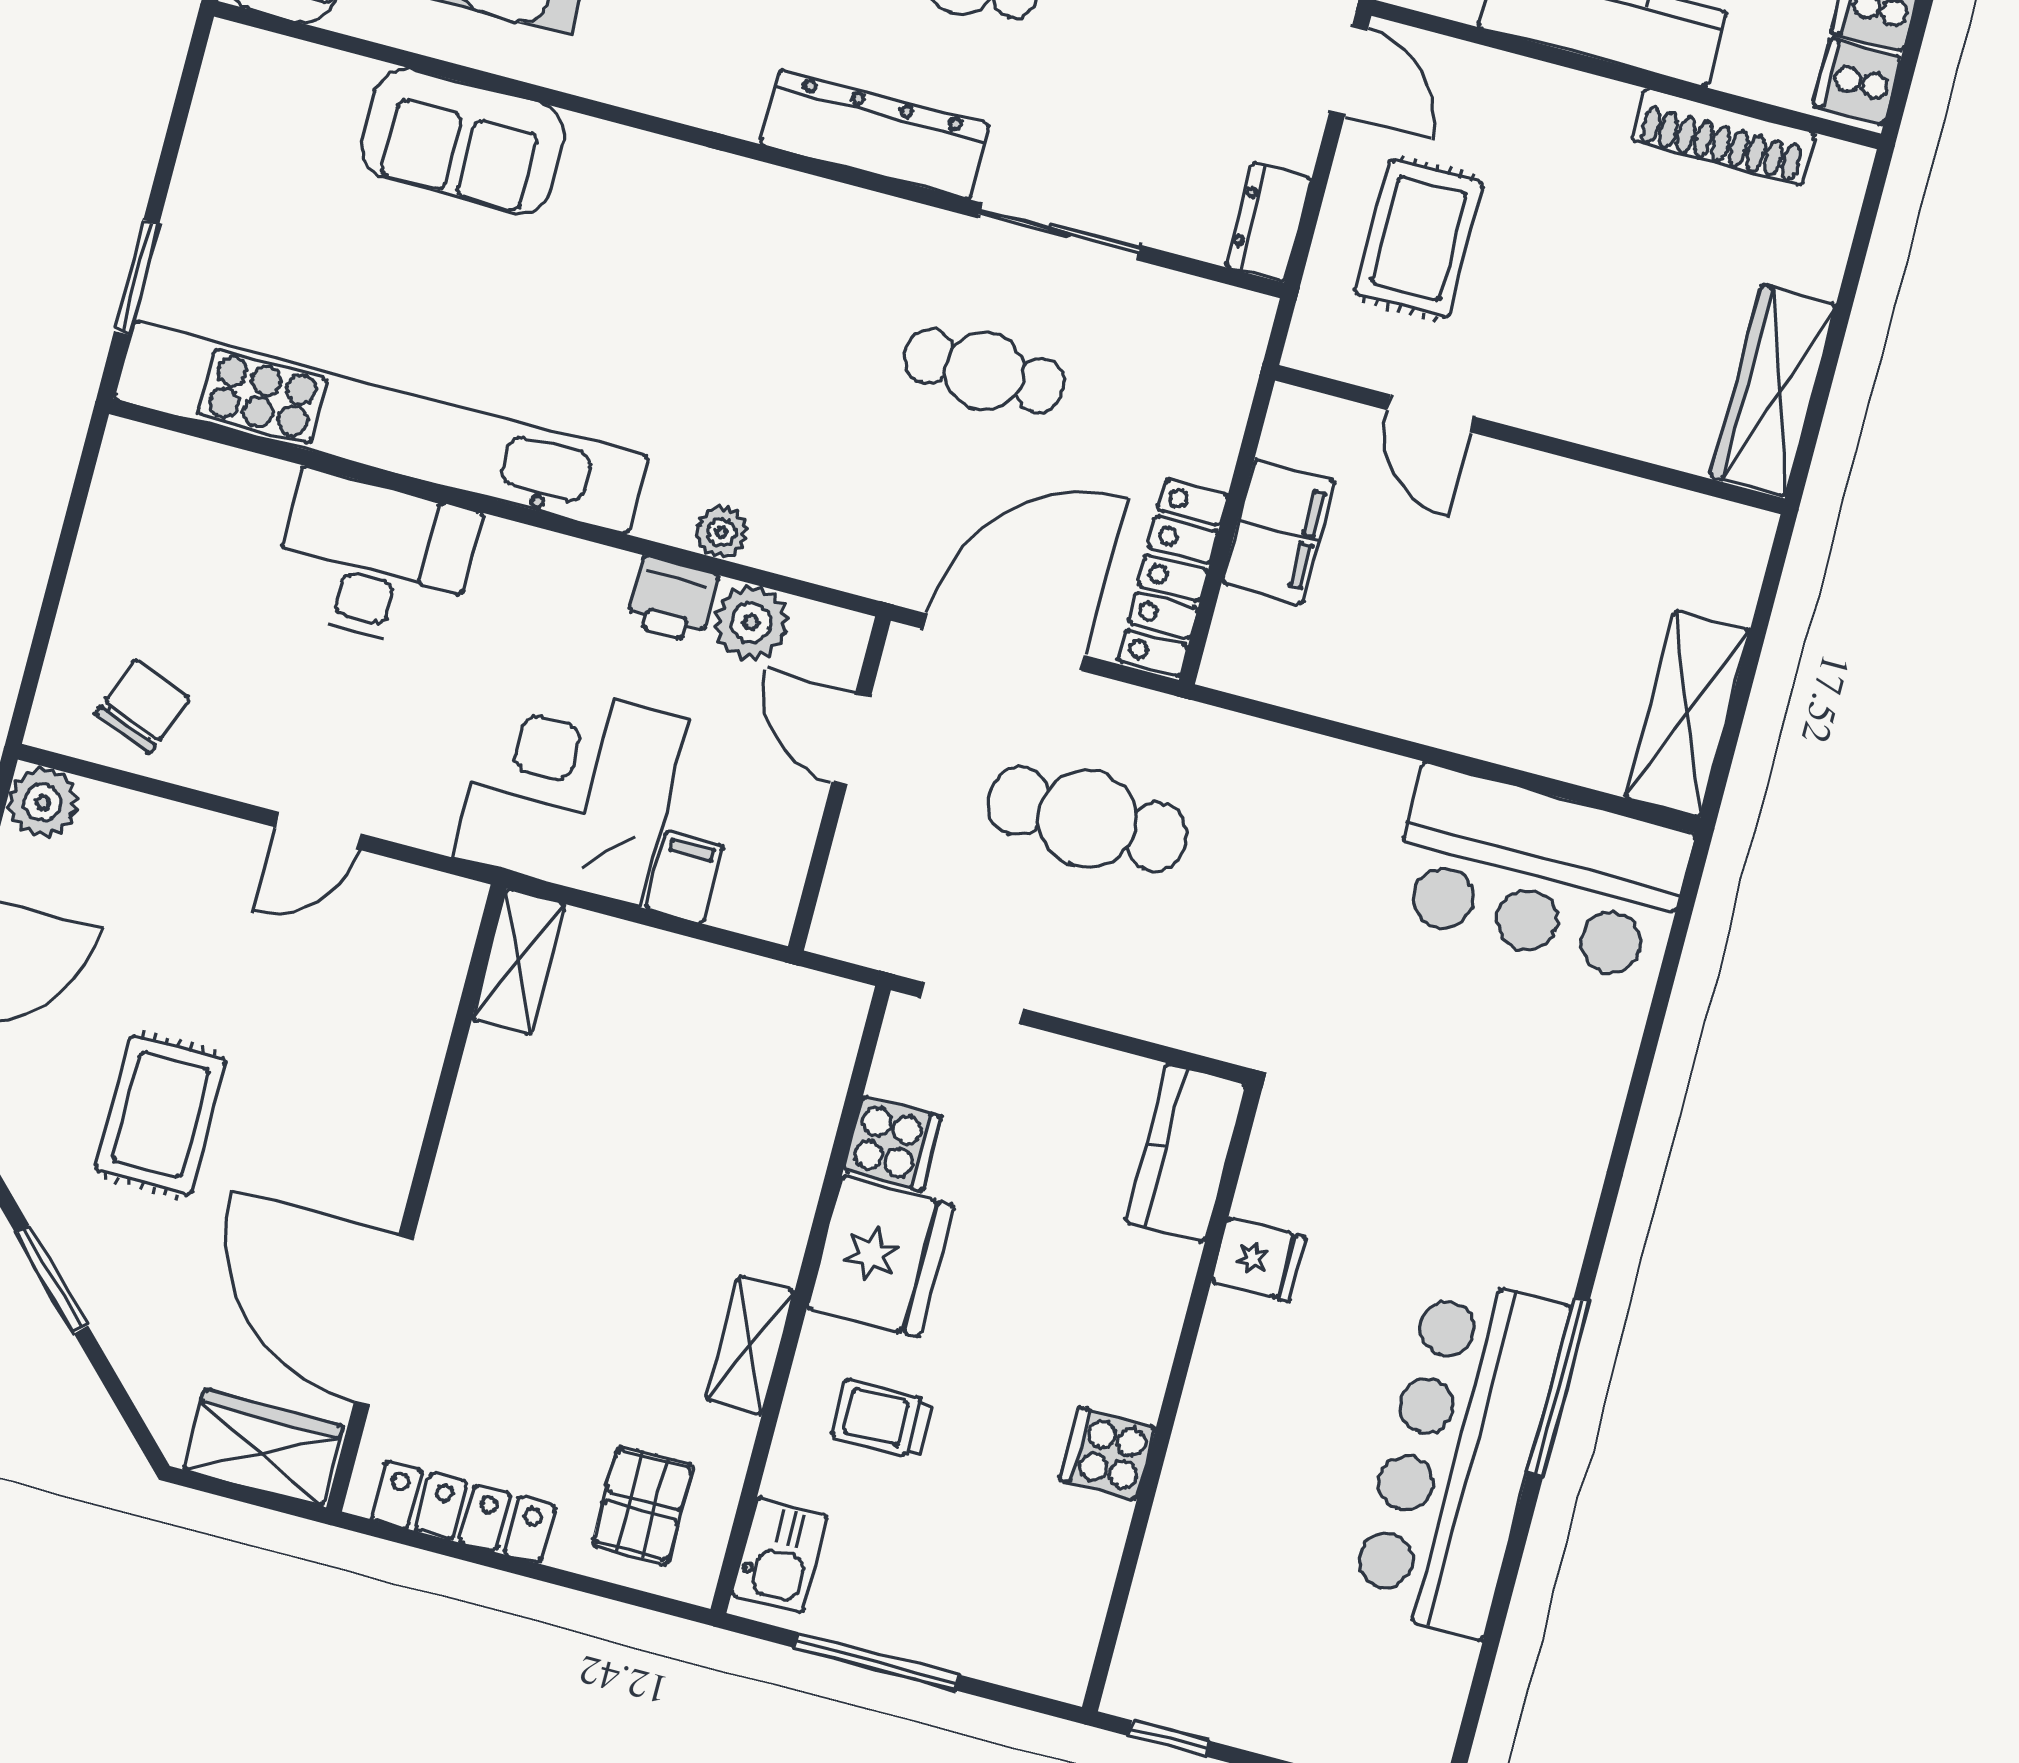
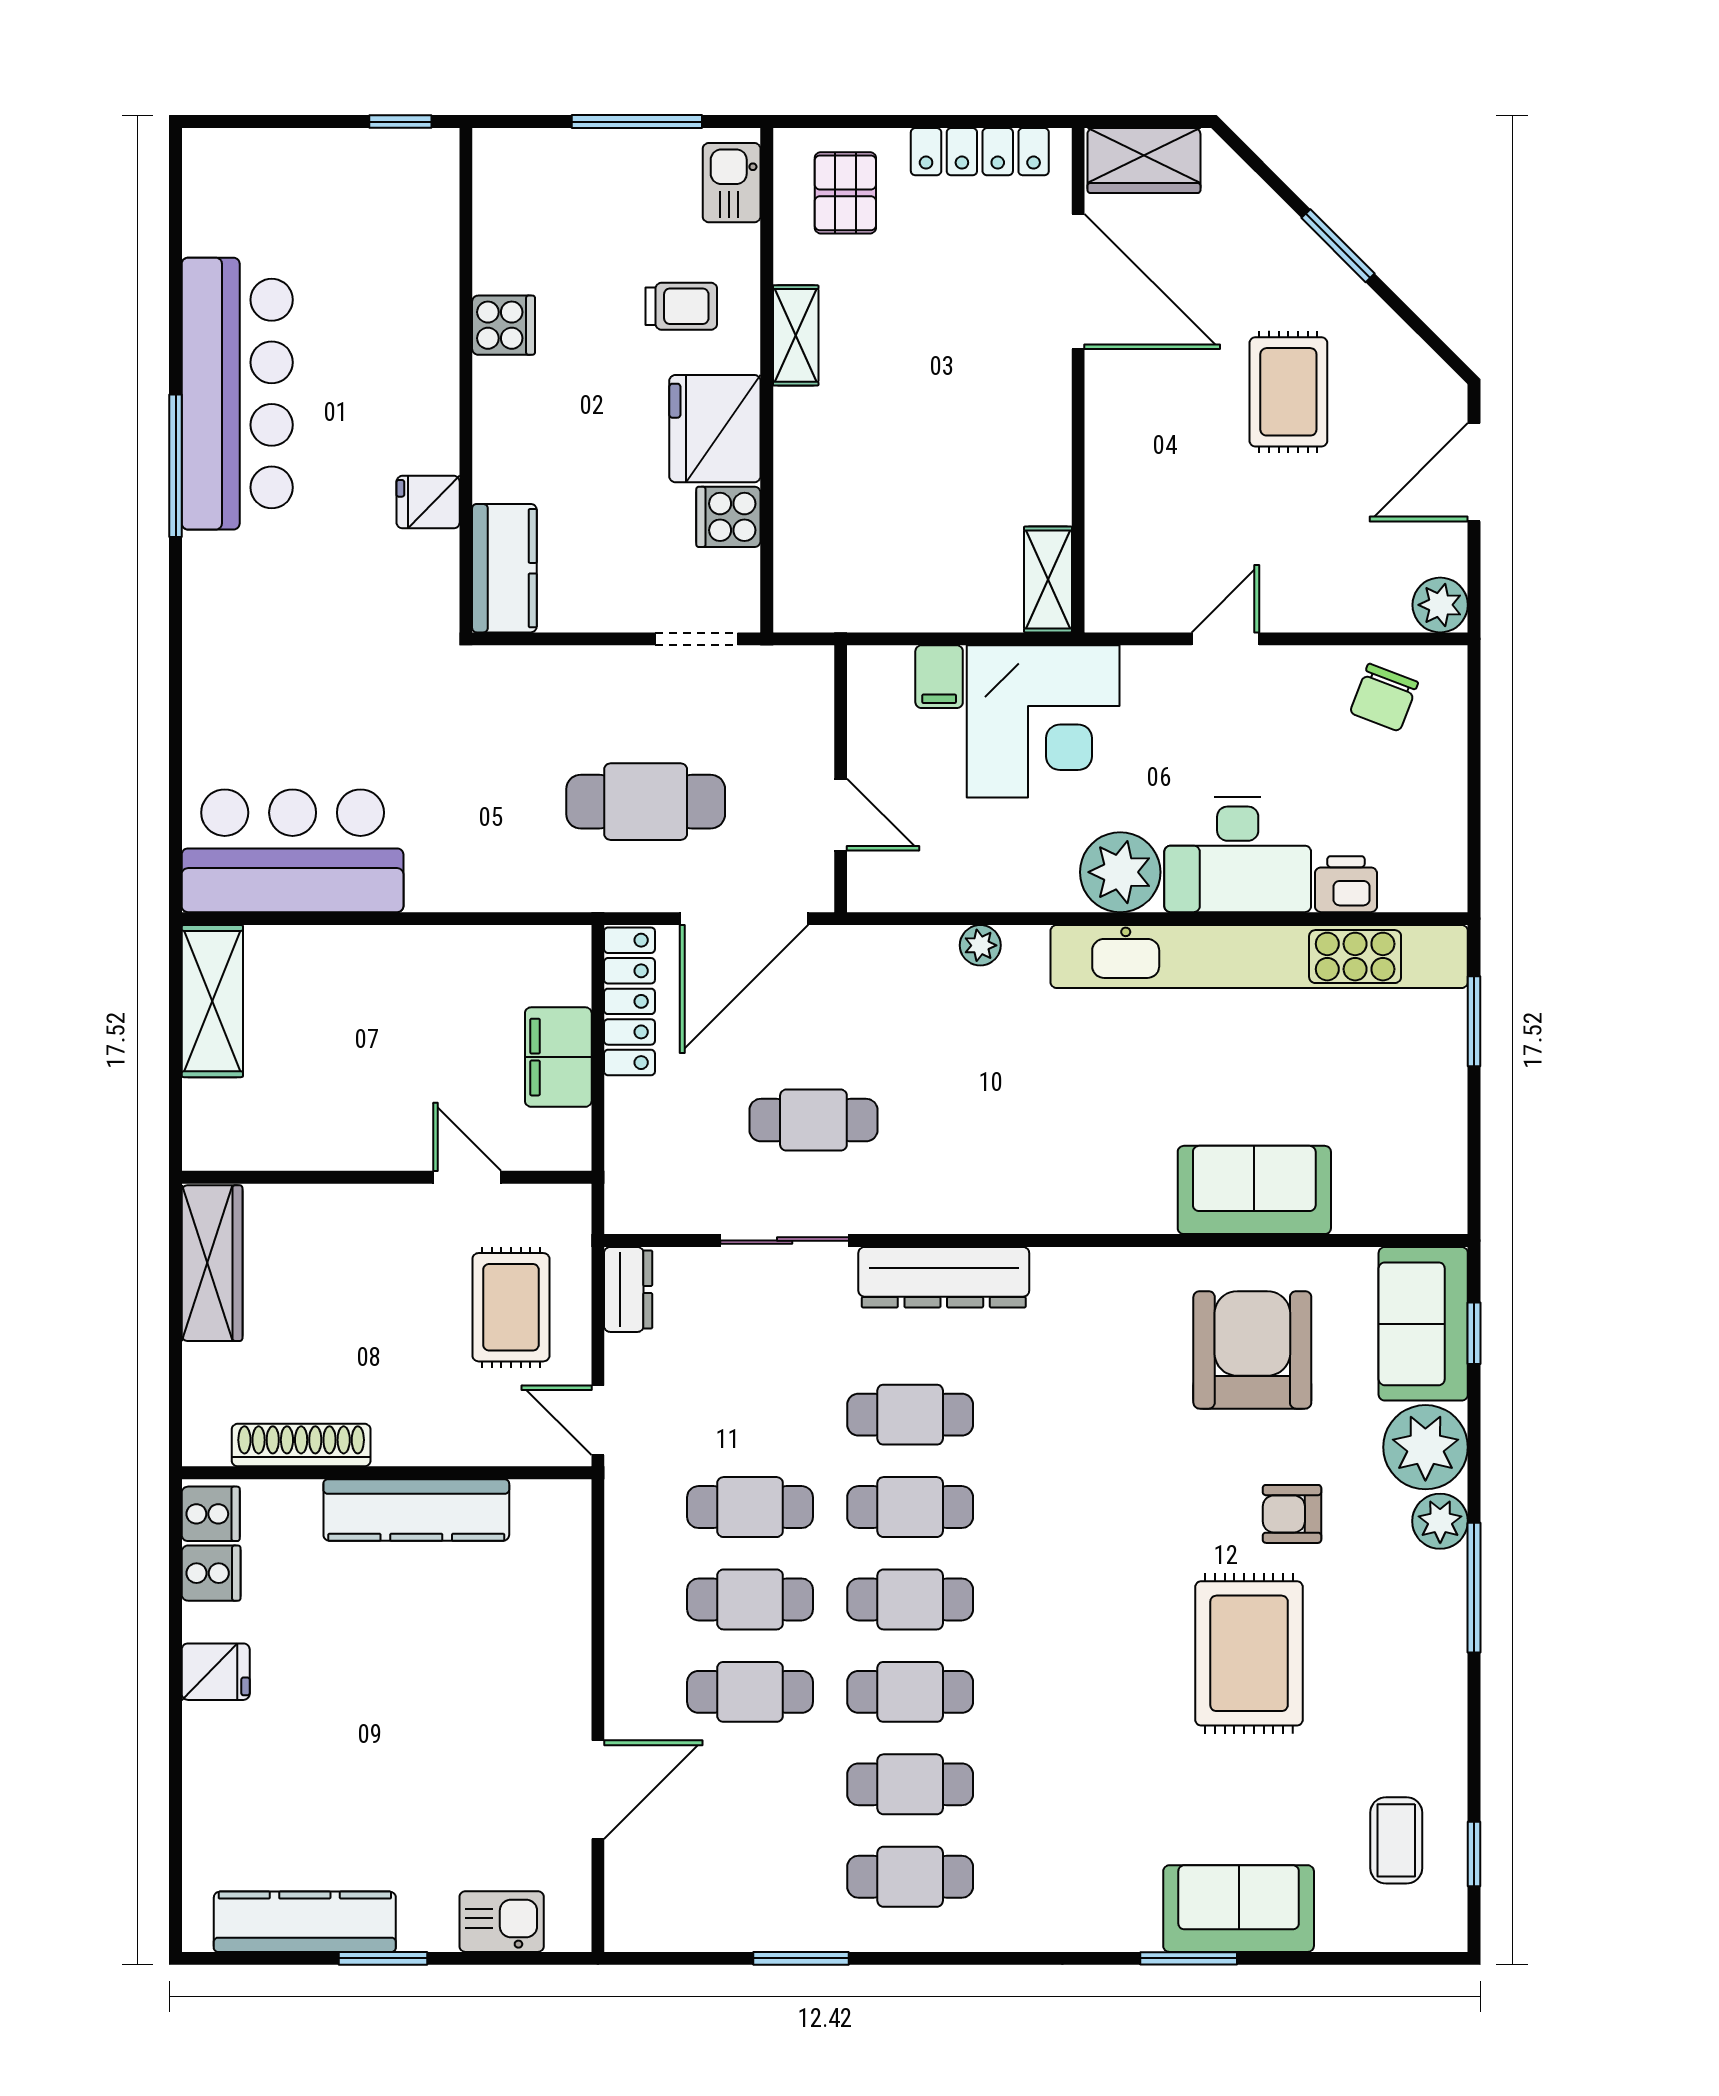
printer: (672, 600) -> (1346, 884), moved
plant: (751, 623) -> (1120, 872), moved, width x1.36, depth x1.36

